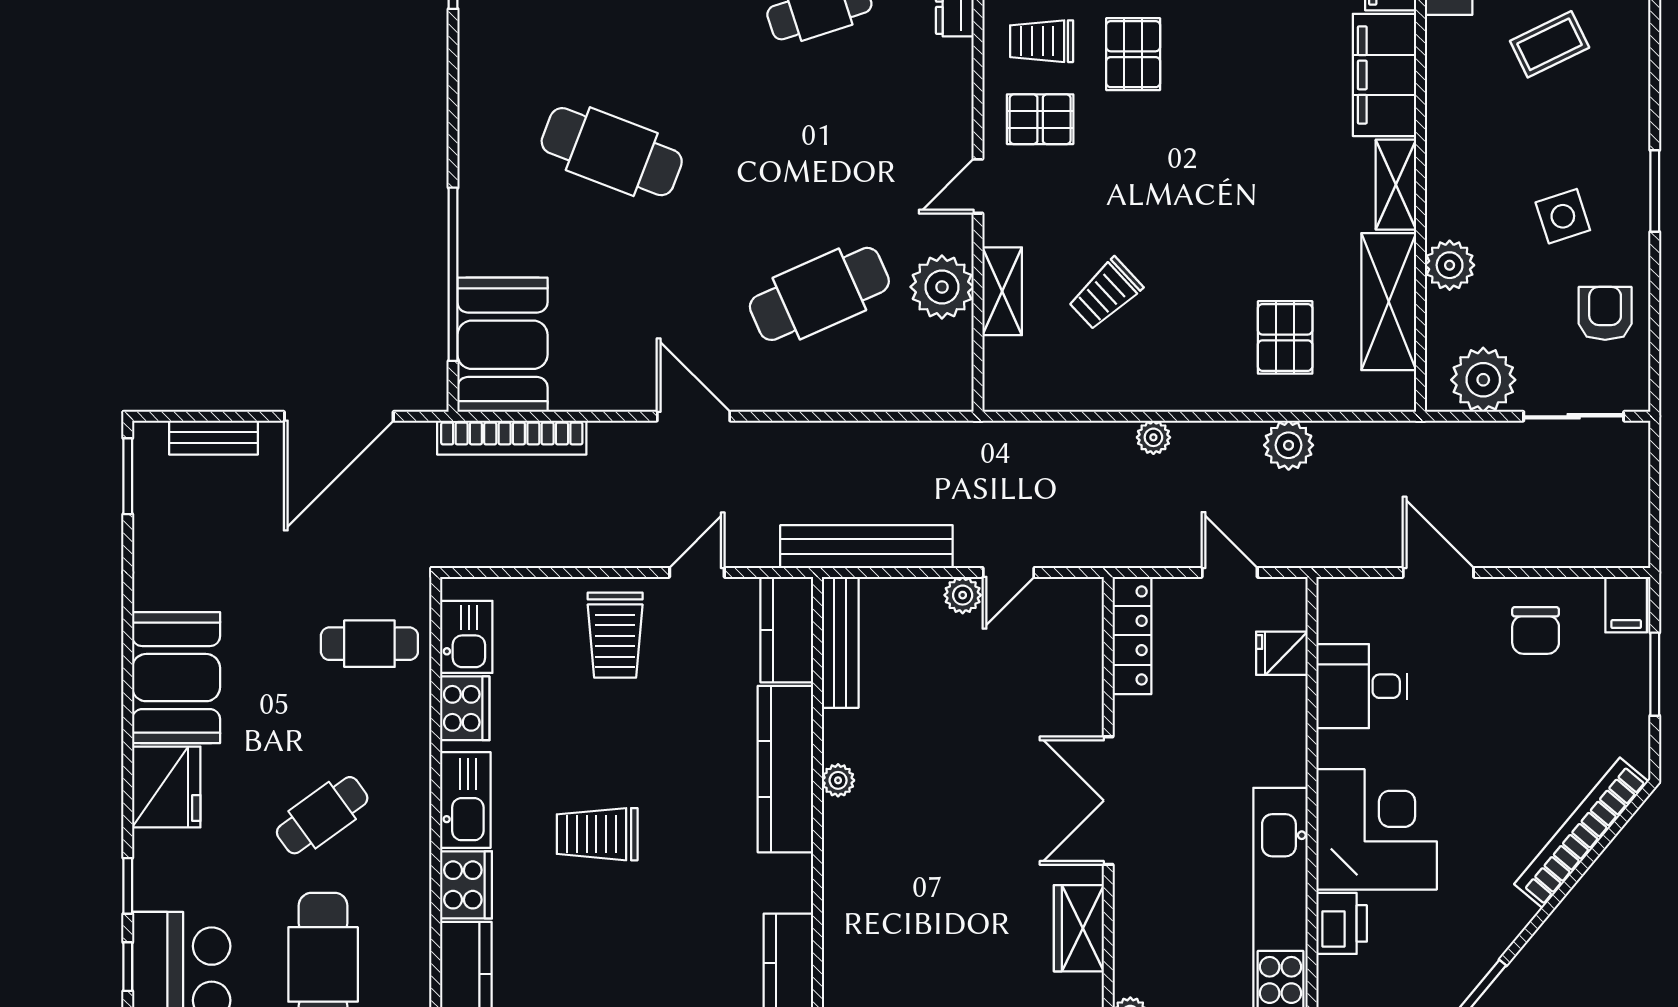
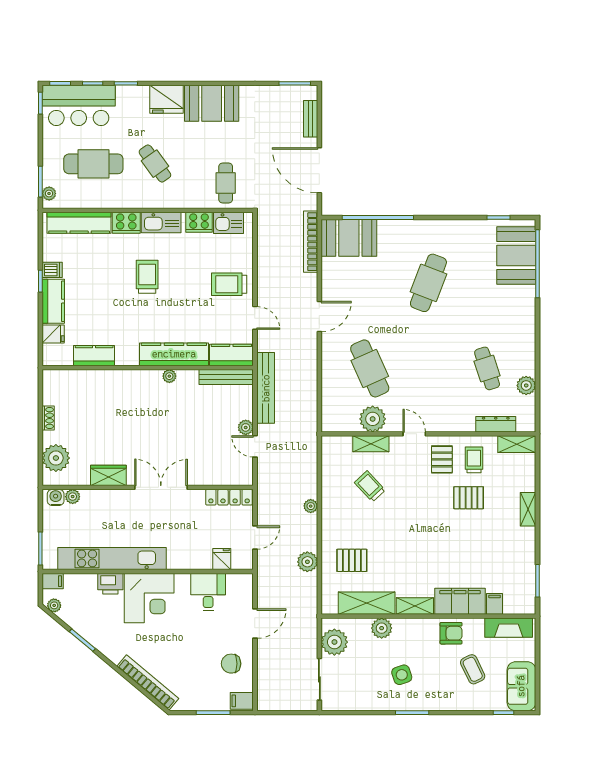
armchair: (1605, 313) -> (451, 633), moved

